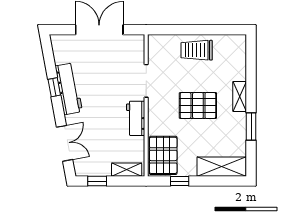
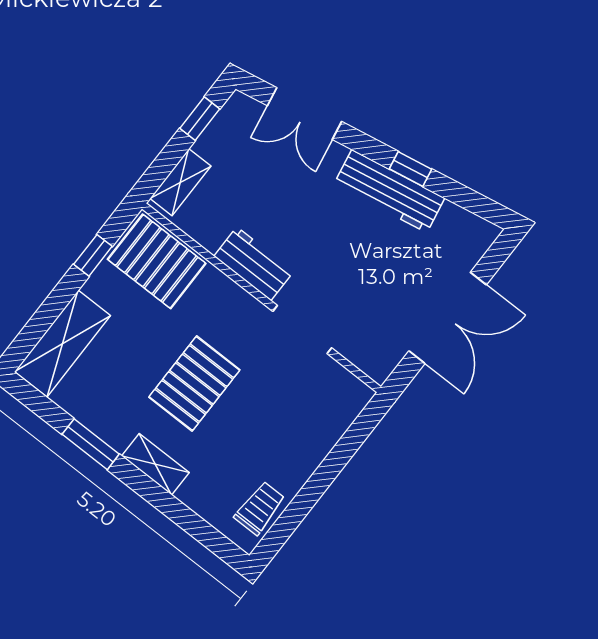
trolley: (197, 50) -> (260, 508), moved, width x0.73, depth x0.72

